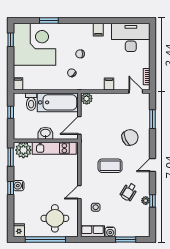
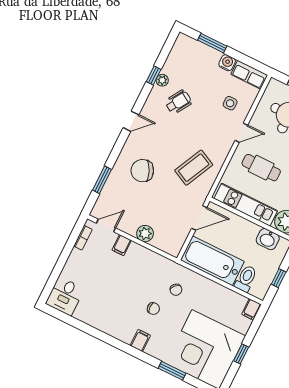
filing cabinet: (98, 30) -> (140, 340), moved
desk: (131, 37) -> (65, 296), width x0.53, depth x0.77
window: (11, 40) -> (241, 354), moved
filing cabinet: (109, 84) -> (122, 245), moved
door: (136, 91) -> (106, 226), swing flipped
plant: (87, 99) -> (145, 234), moved
washbasin: (45, 133) -> (268, 239), moved
coffee table: (110, 166) -> (194, 168), moved, turned -64
cafe table: (56, 176) -> (261, 168), added

